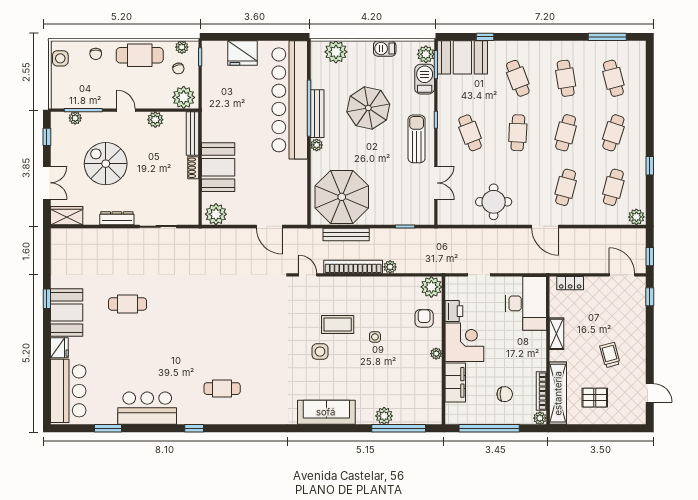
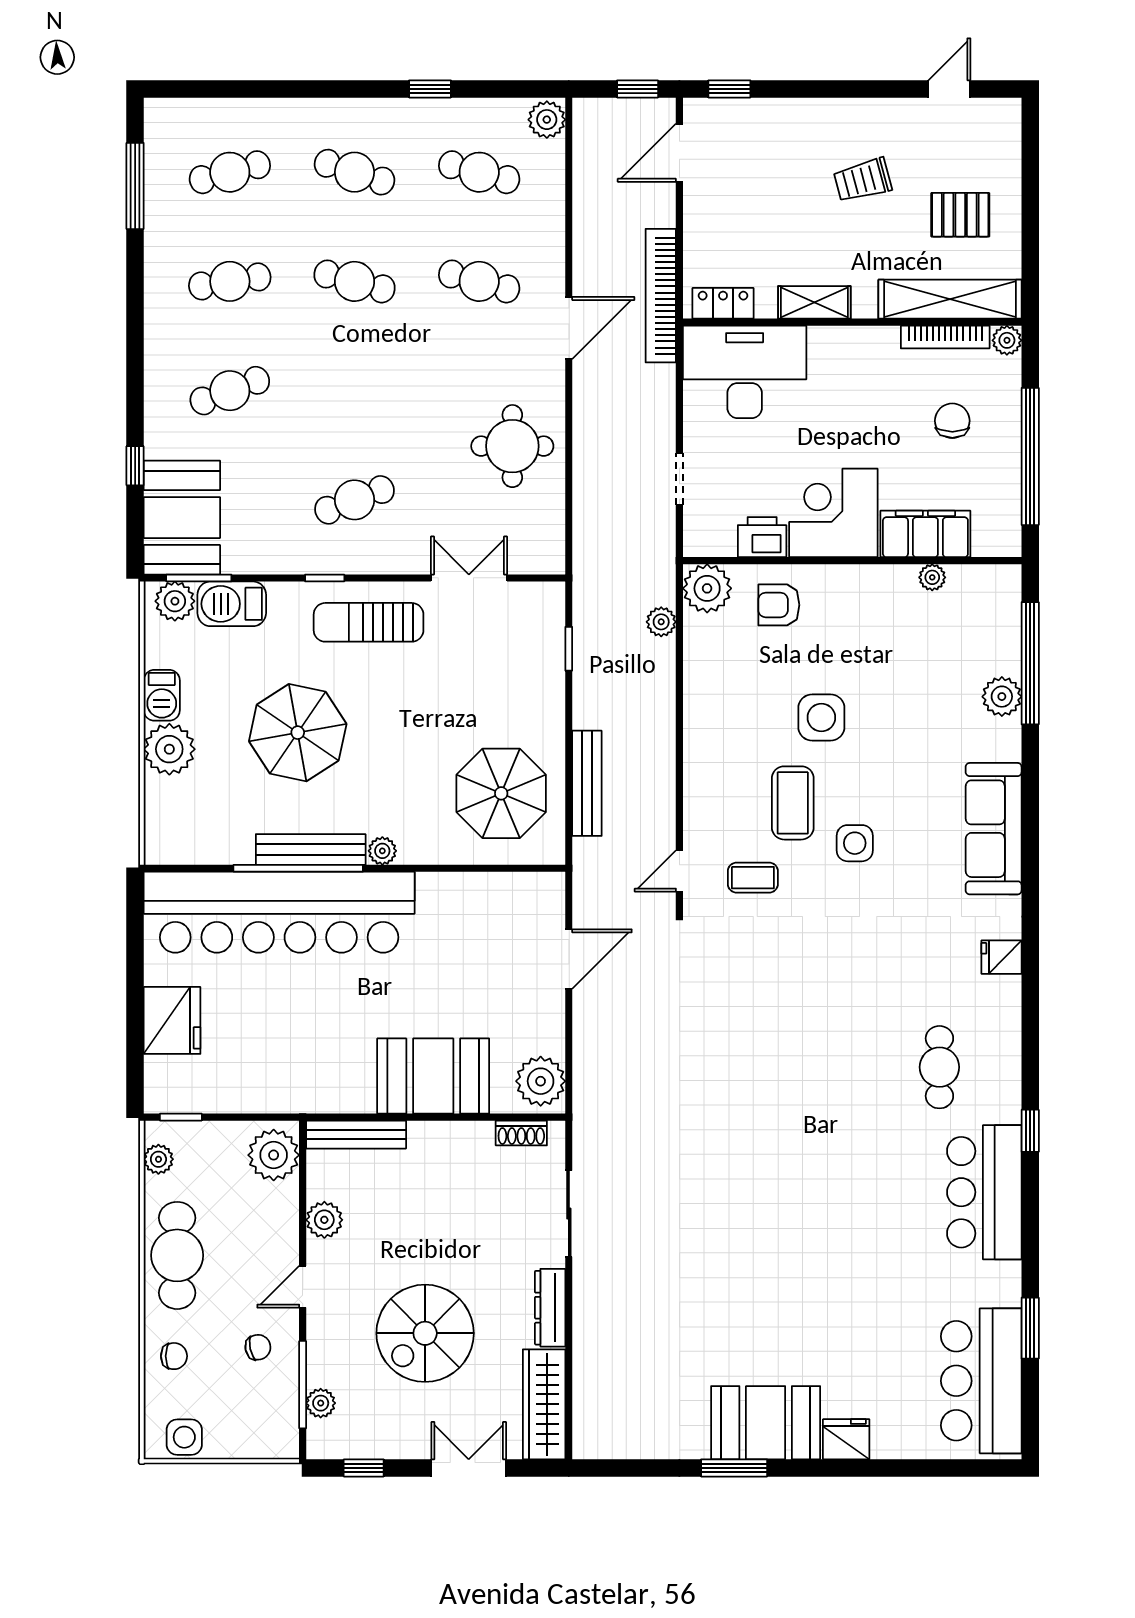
plant: (336, 52) -> (169, 749), moved
chair: (178, 69) -> (258, 1347), moved
cafe table: (518, 133) -> (354, 391), removed
shoe rack: (193, 168) -> (521, 1133), moved
parasol: (342, 197) -> (501, 793), width x0.73, depth x0.73
wardrobe: (67, 216) -> (544, 1404), width x1.50
bookcase: (353, 267) -> (661, 296), moved
plant: (390, 267) -> (661, 622), moved
locker: (570, 283) -> (723, 303), moved, turned -90
window: (47, 299) -> (734, 1468), width x1.50
cafe table: (128, 304) -> (746, 1283), removed
coffee table: (305, 307) -> (753, 878), added
side table: (375, 337) -> (821, 717), width x1.87, depth x1.87
plant: (436, 354) -> (932, 577), moved
bar counter: (68, 391) -> (981, 1381), moved, turned -90
pallet: (595, 398) -> (960, 215), turned 90
bar counter: (147, 408) -> (984, 1192), moved
fridge: (270, 416) -> (1001, 957), added

